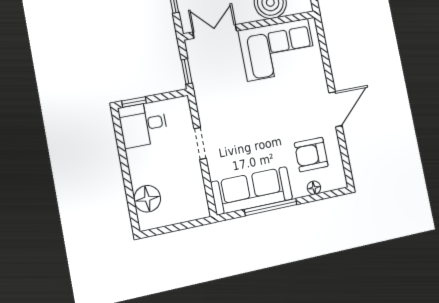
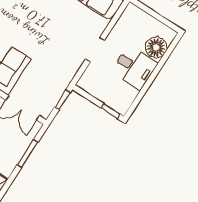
desk: (143, 124) -> (134, 67), moved

